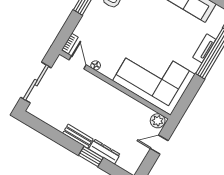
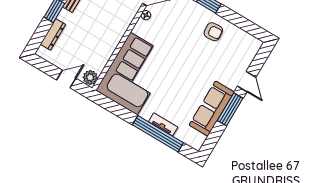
door: (159, 145) -> (66, 79), hinge flipped
dresser: (104, 152) -> (53, 34), moved

